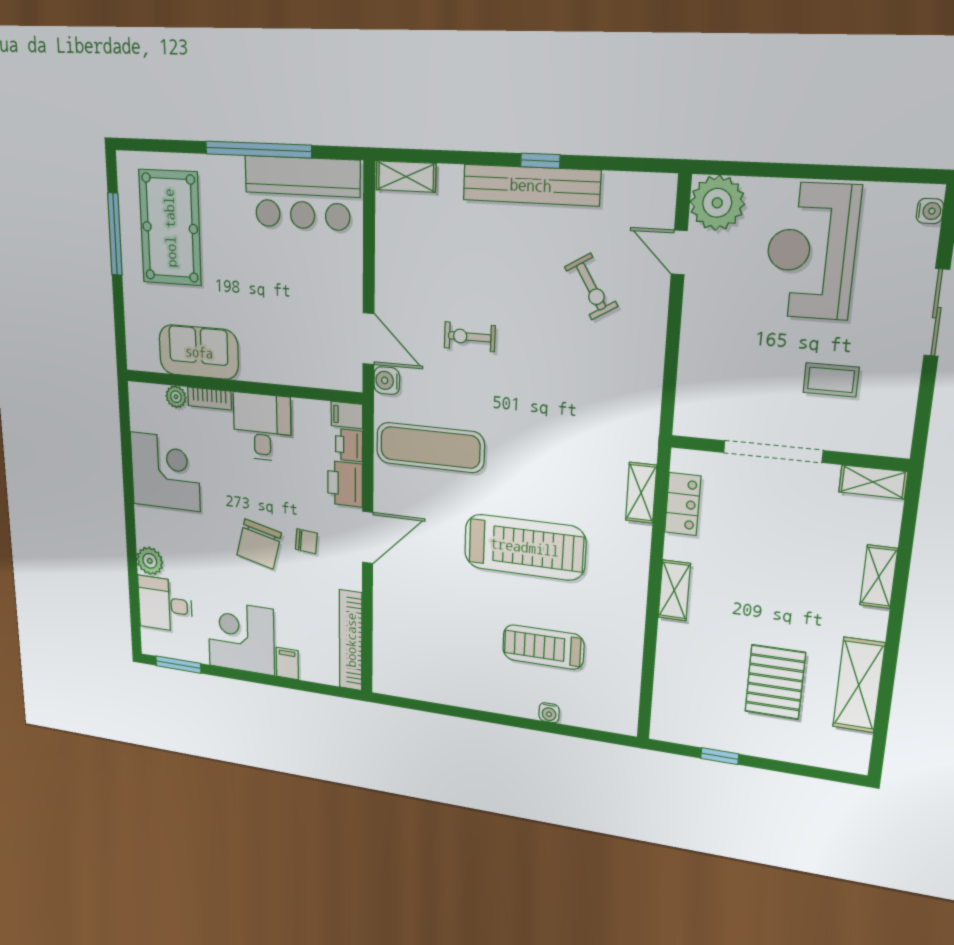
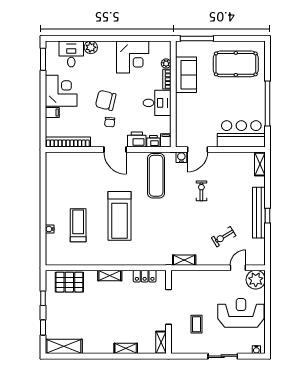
bar counter: (302, 193) -> (241, 134), moved, turned 90
window: (115, 234) -> (197, 38), moved
shelving: (641, 493) -> (184, 260), moved
pallet: (775, 682) -> (69, 282), moved
shelving: (859, 685) -> (64, 346), moved
window: (796, 769) -> (43, 328), added

